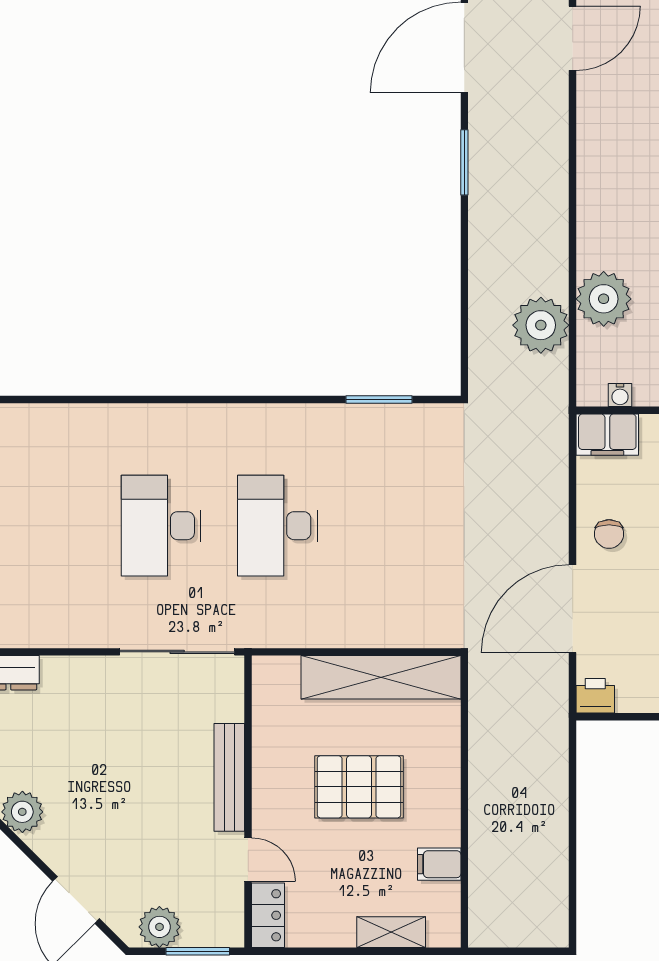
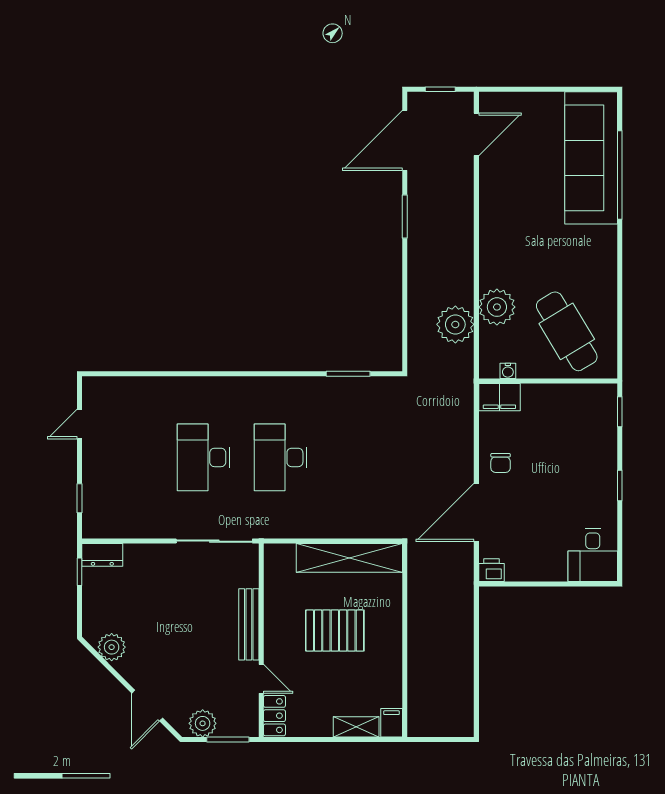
filing cabinet: (439, 864) -> (392, 723), moved, turned 90

